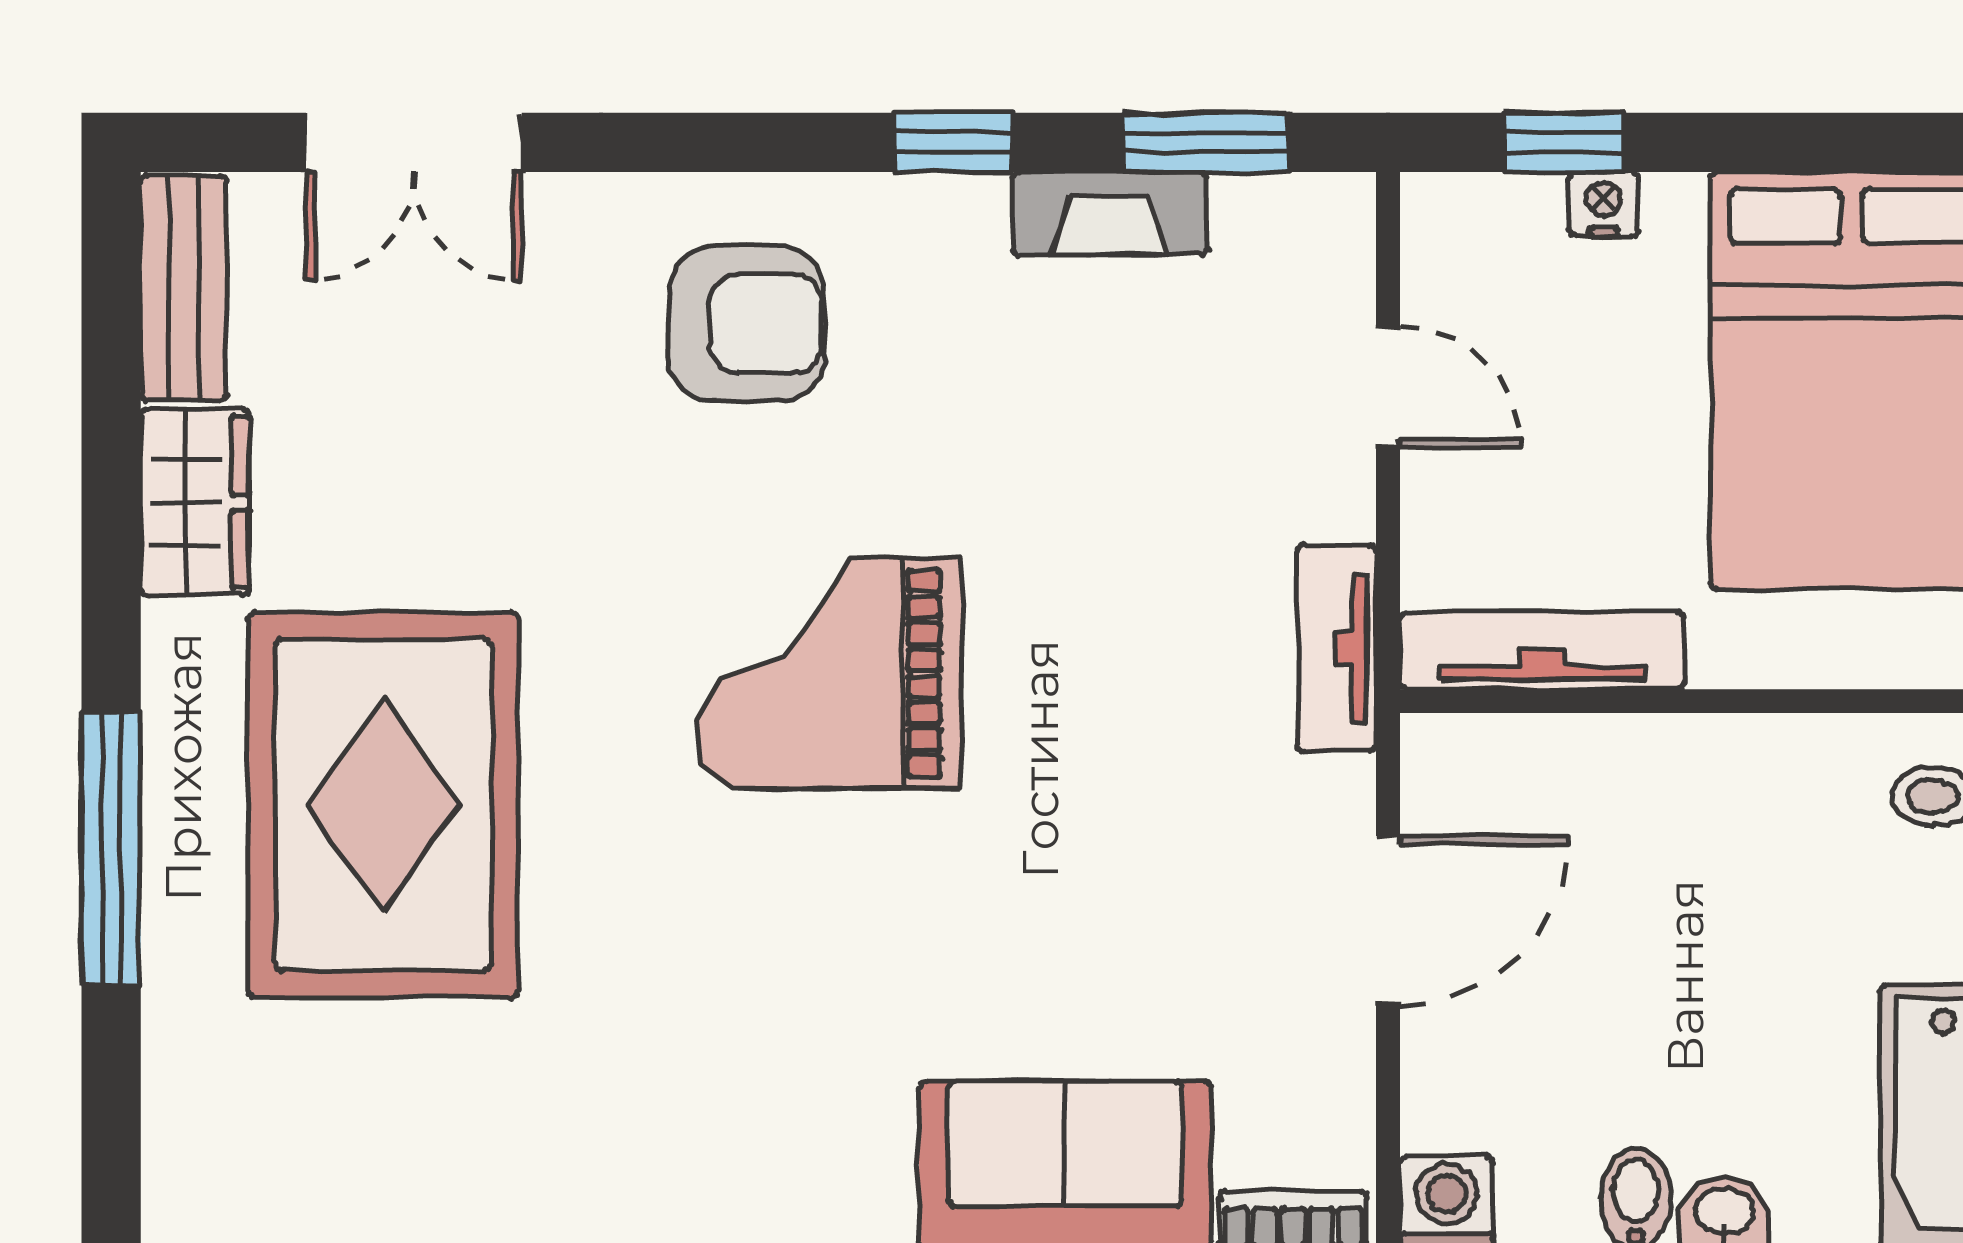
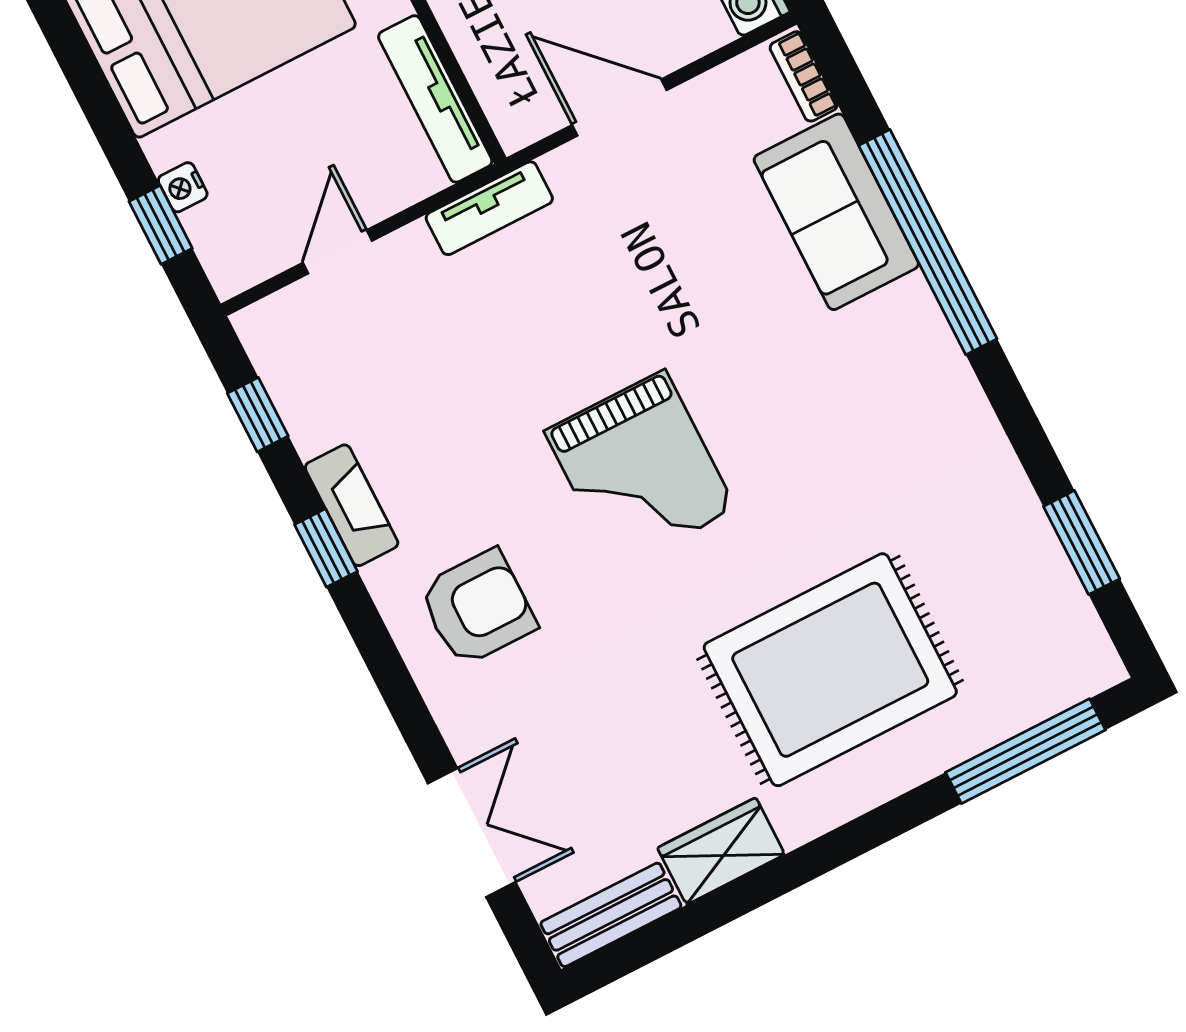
window: (1205, 142) -> (258, 415), width x0.67
fireplace: (1110, 213) -> (352, 505), moved
armchair: (747, 324) -> (478, 608), turned 90
window: (111, 848) -> (1025, 751), moved

